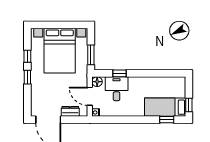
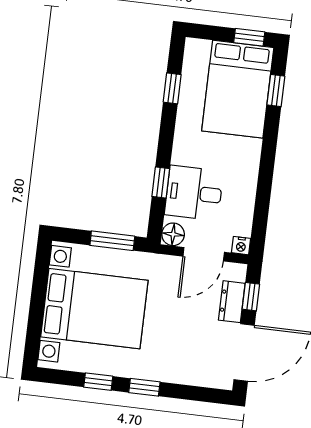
window: (162, 73) -> (172, 88), added
bed: (165, 107) -> (238, 89), width x1.50
window: (73, 120) -> (251, 297), added

